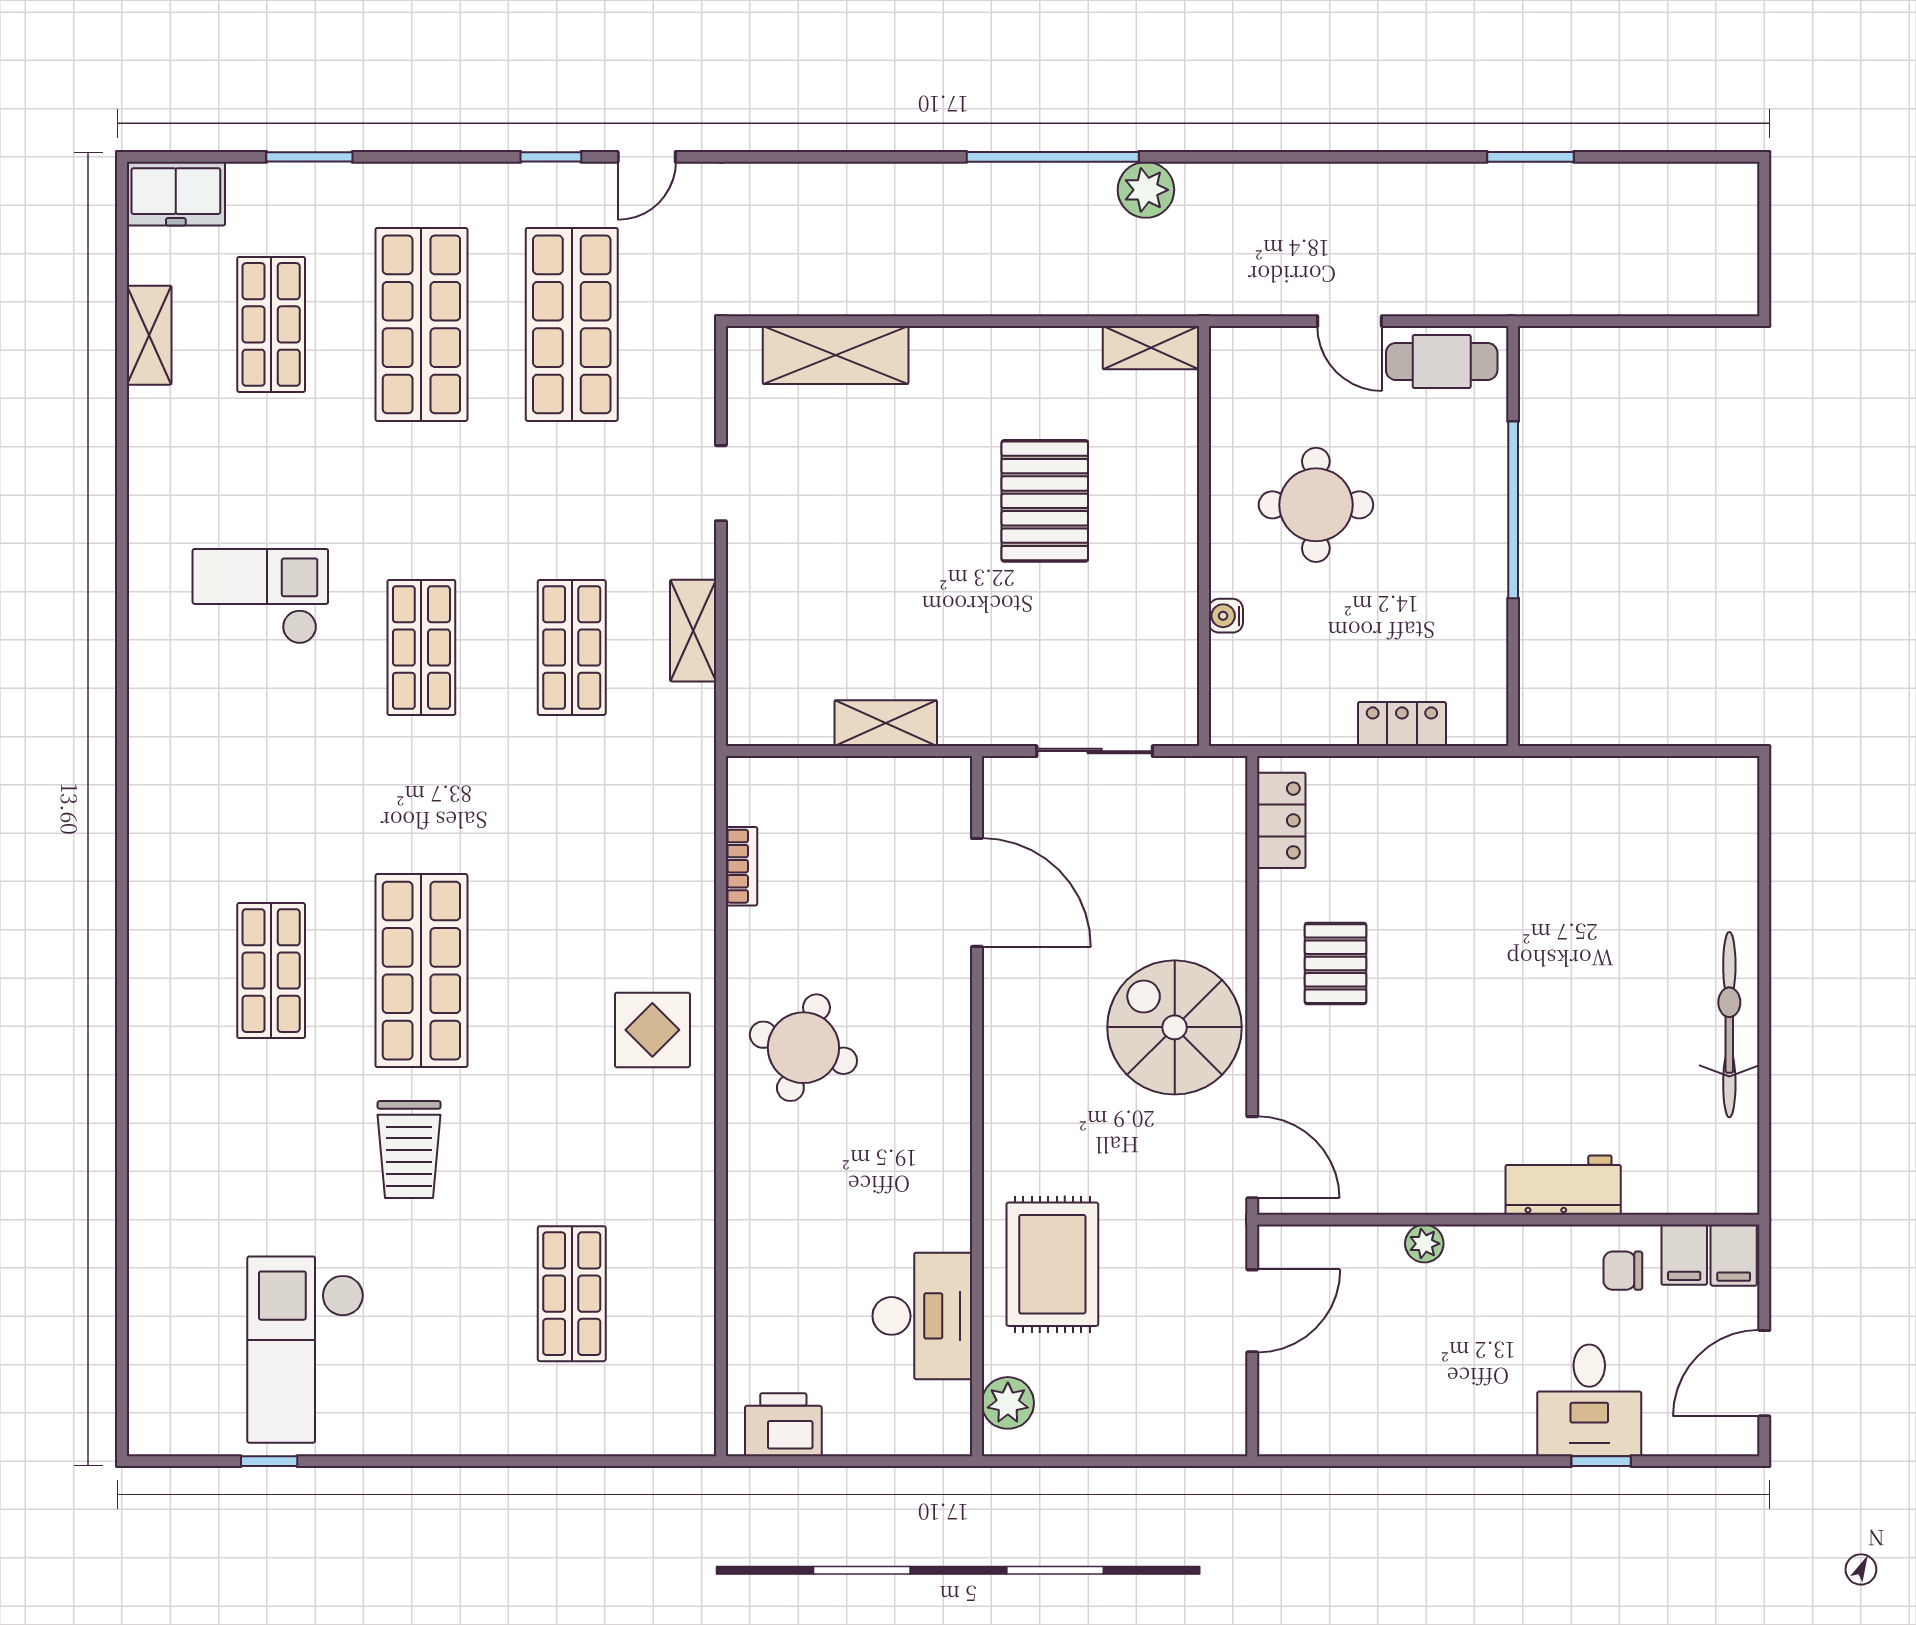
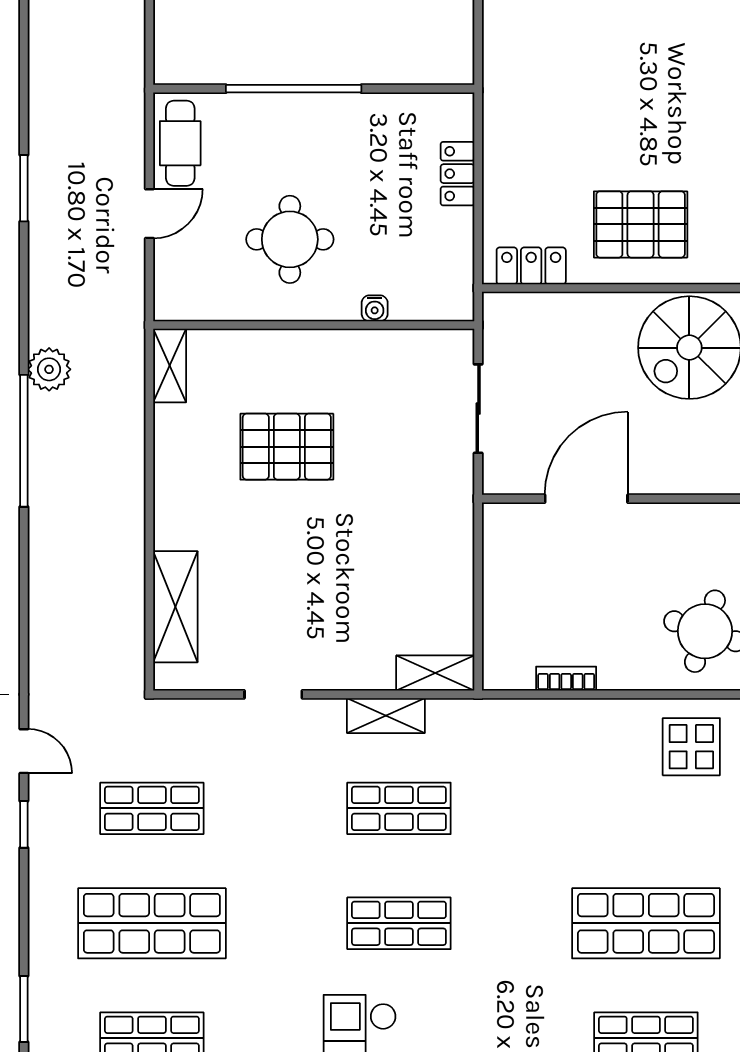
window: (1530, 157) -> (24, 188), moved
shop shelf: (572, 324) -> (152, 808), width x0.70, depth x0.74
shelving: (886, 723) -> (435, 673), moved, turned 90
pallet: (1336, 964) -> (641, 224), width x1.50, depth x1.42

